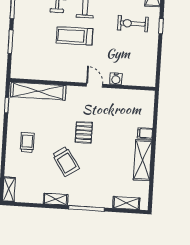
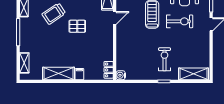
water cooler: (116, 79) -> (121, 75), moved
door: (95, 85) -> (115, 18), moved
locker: (142, 96) -> (109, 70), added

